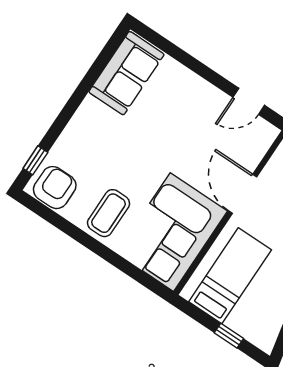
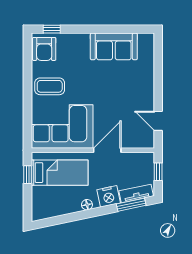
sofa: (126, 73) -> (114, 46), moved
armchair: (55, 188) -> (44, 49), turned 90
window: (229, 336) -> (28, 175), moved

